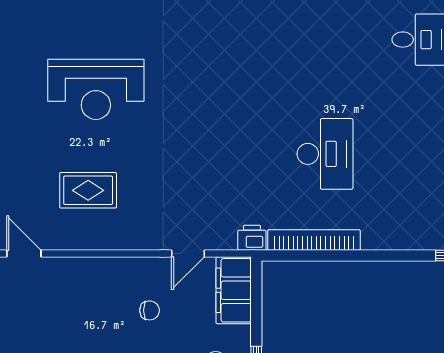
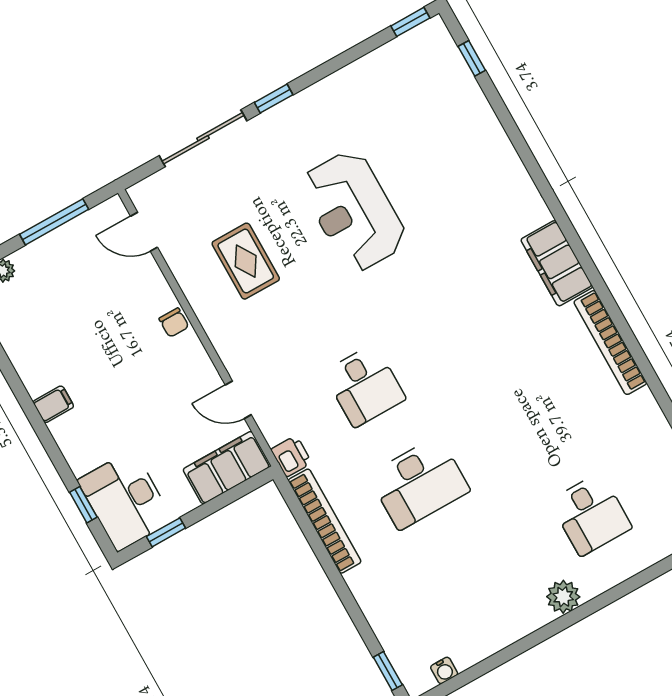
desk: (230, 154) -> (365, 386), added
door: (24, 253) -> (144, 232), swing flipped
chair: (150, 310) -> (174, 323), moved

